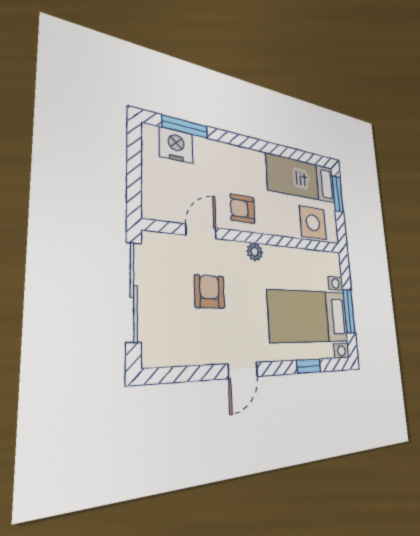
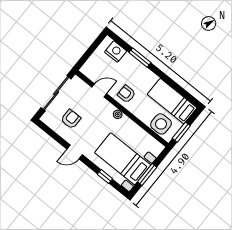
window: (185, 127) -> (140, 58), moved
window: (338, 194) -> (181, 132), moved
armchair: (209, 292) -> (71, 119), moved

